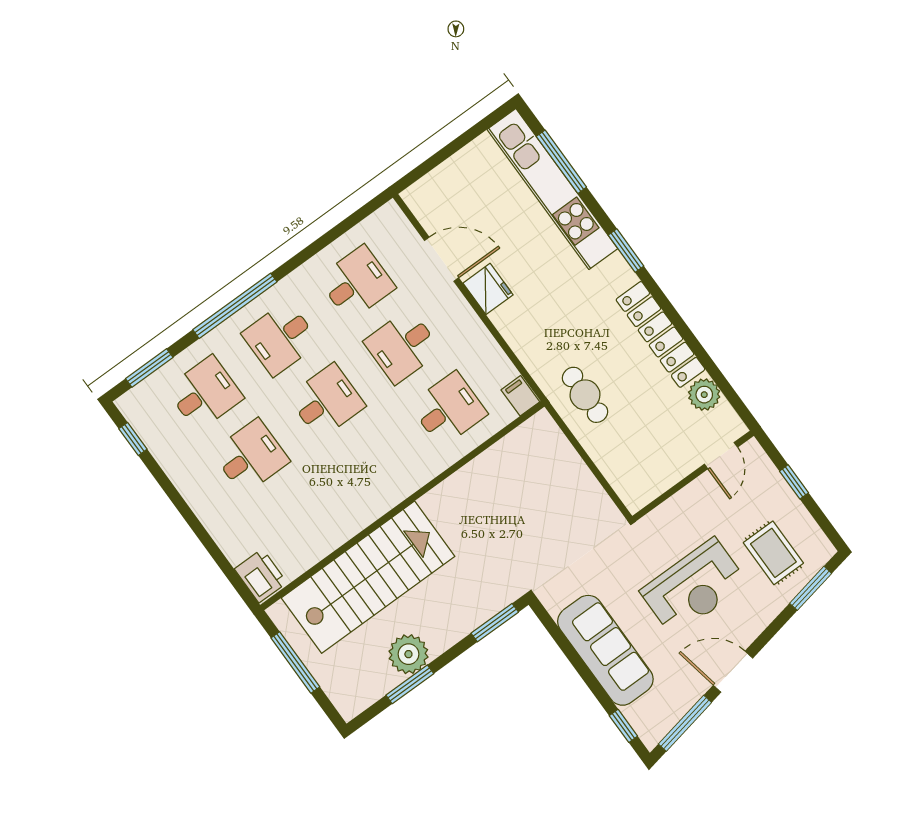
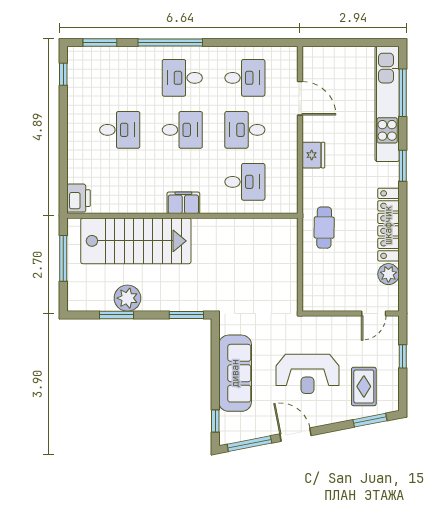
fridge: (488, 289) -> (313, 155), moved
desk: (205, 393) -> (120, 78), removed
filing cabinet: (520, 396) -> (183, 203), moved, width x2.00

